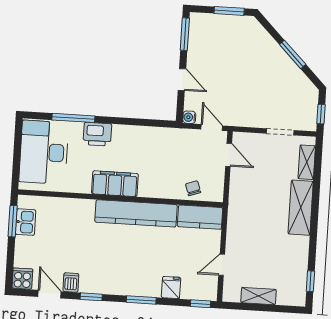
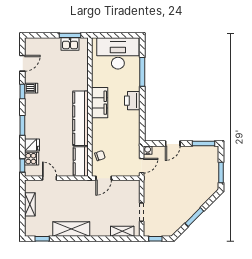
printer: (97, 134) -> (132, 101), moved
door: (229, 155) -> (104, 178), moved
shelving: (301, 208) -> (71, 229), moved
cooker: (22, 279) -> (32, 159), moved
dishwasher: (71, 283) -> (31, 88), moved

